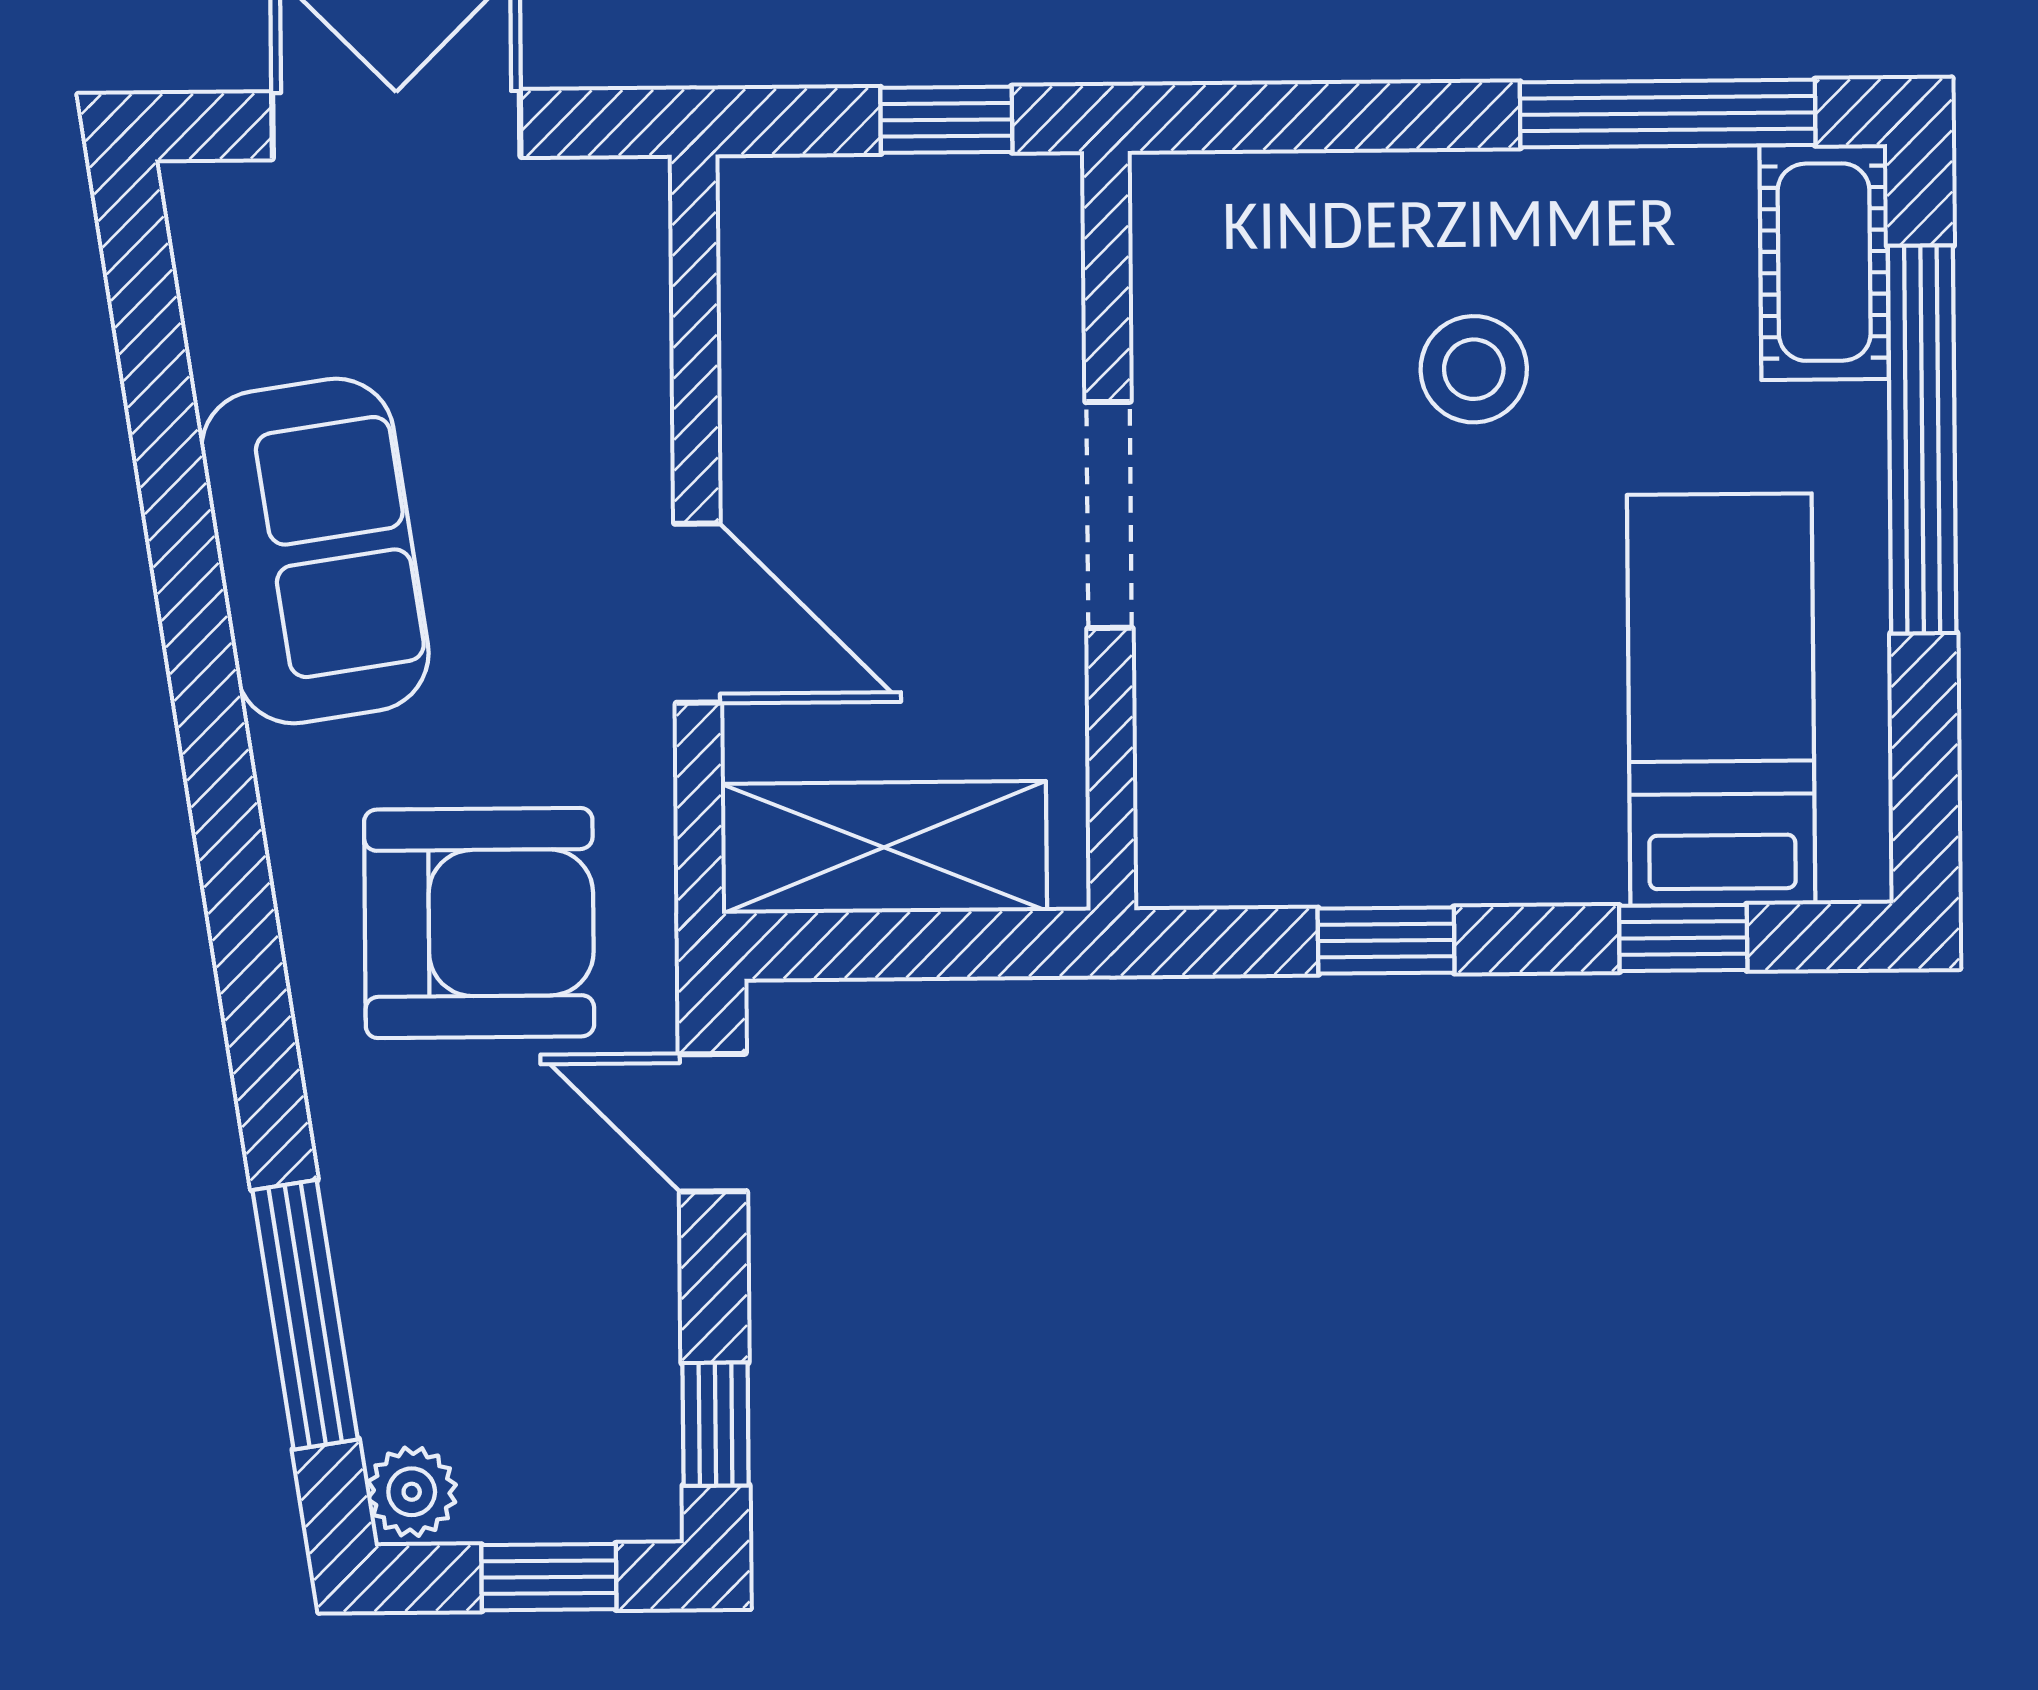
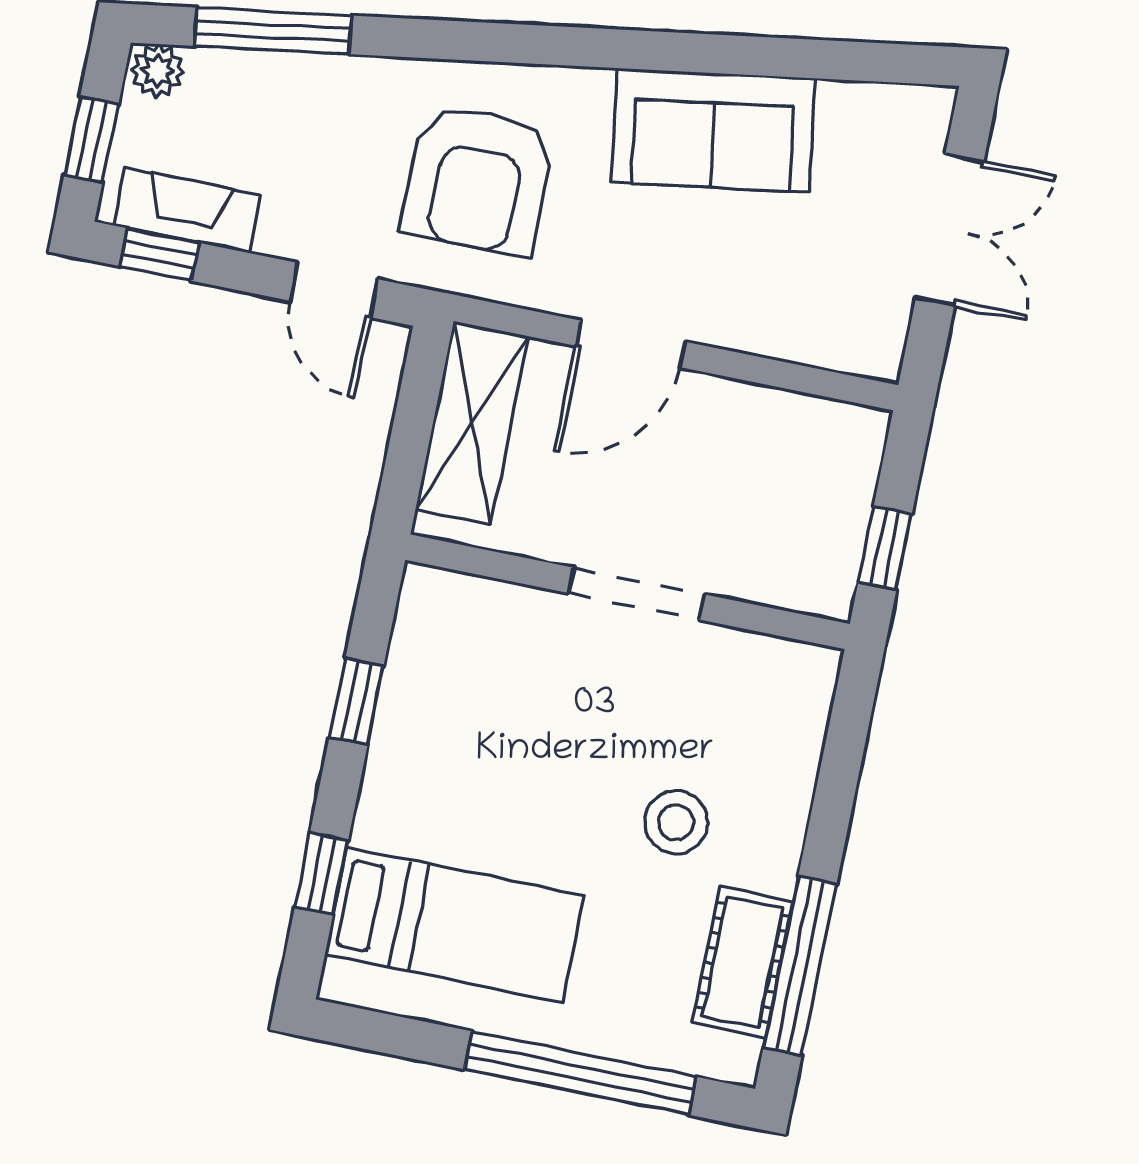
cot: (1824, 262) -> (743, 962), moved, turned 90
door: (713, 1123) -> (334, 290), swing flipped
fireplace: (632, 1394) -> (187, 210), added

